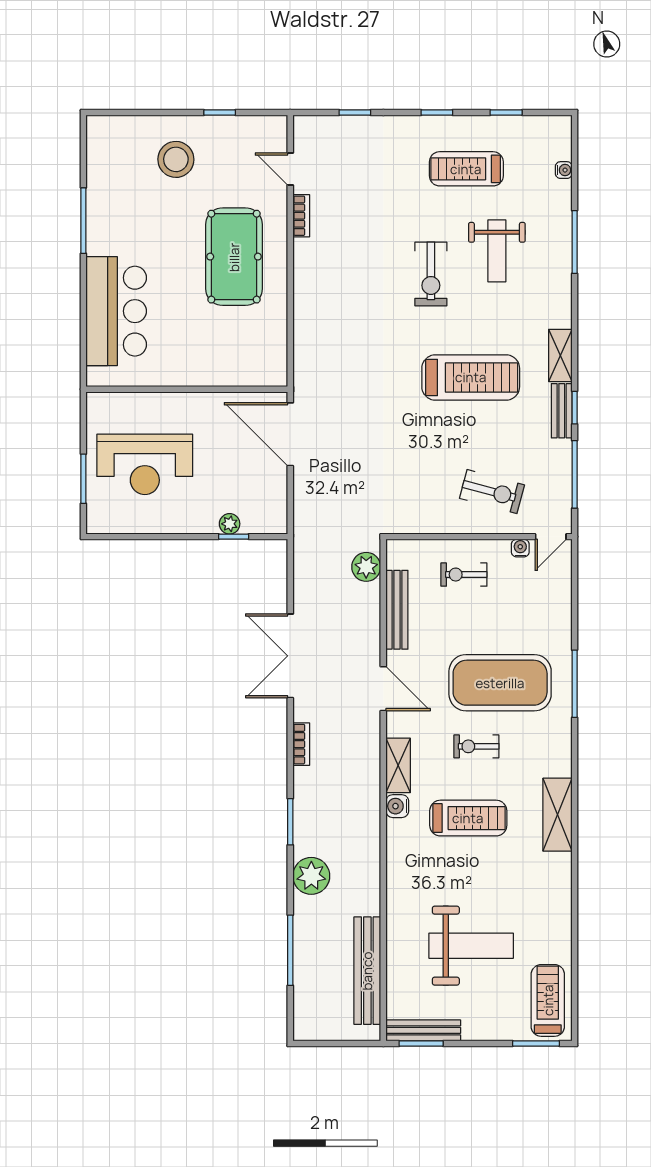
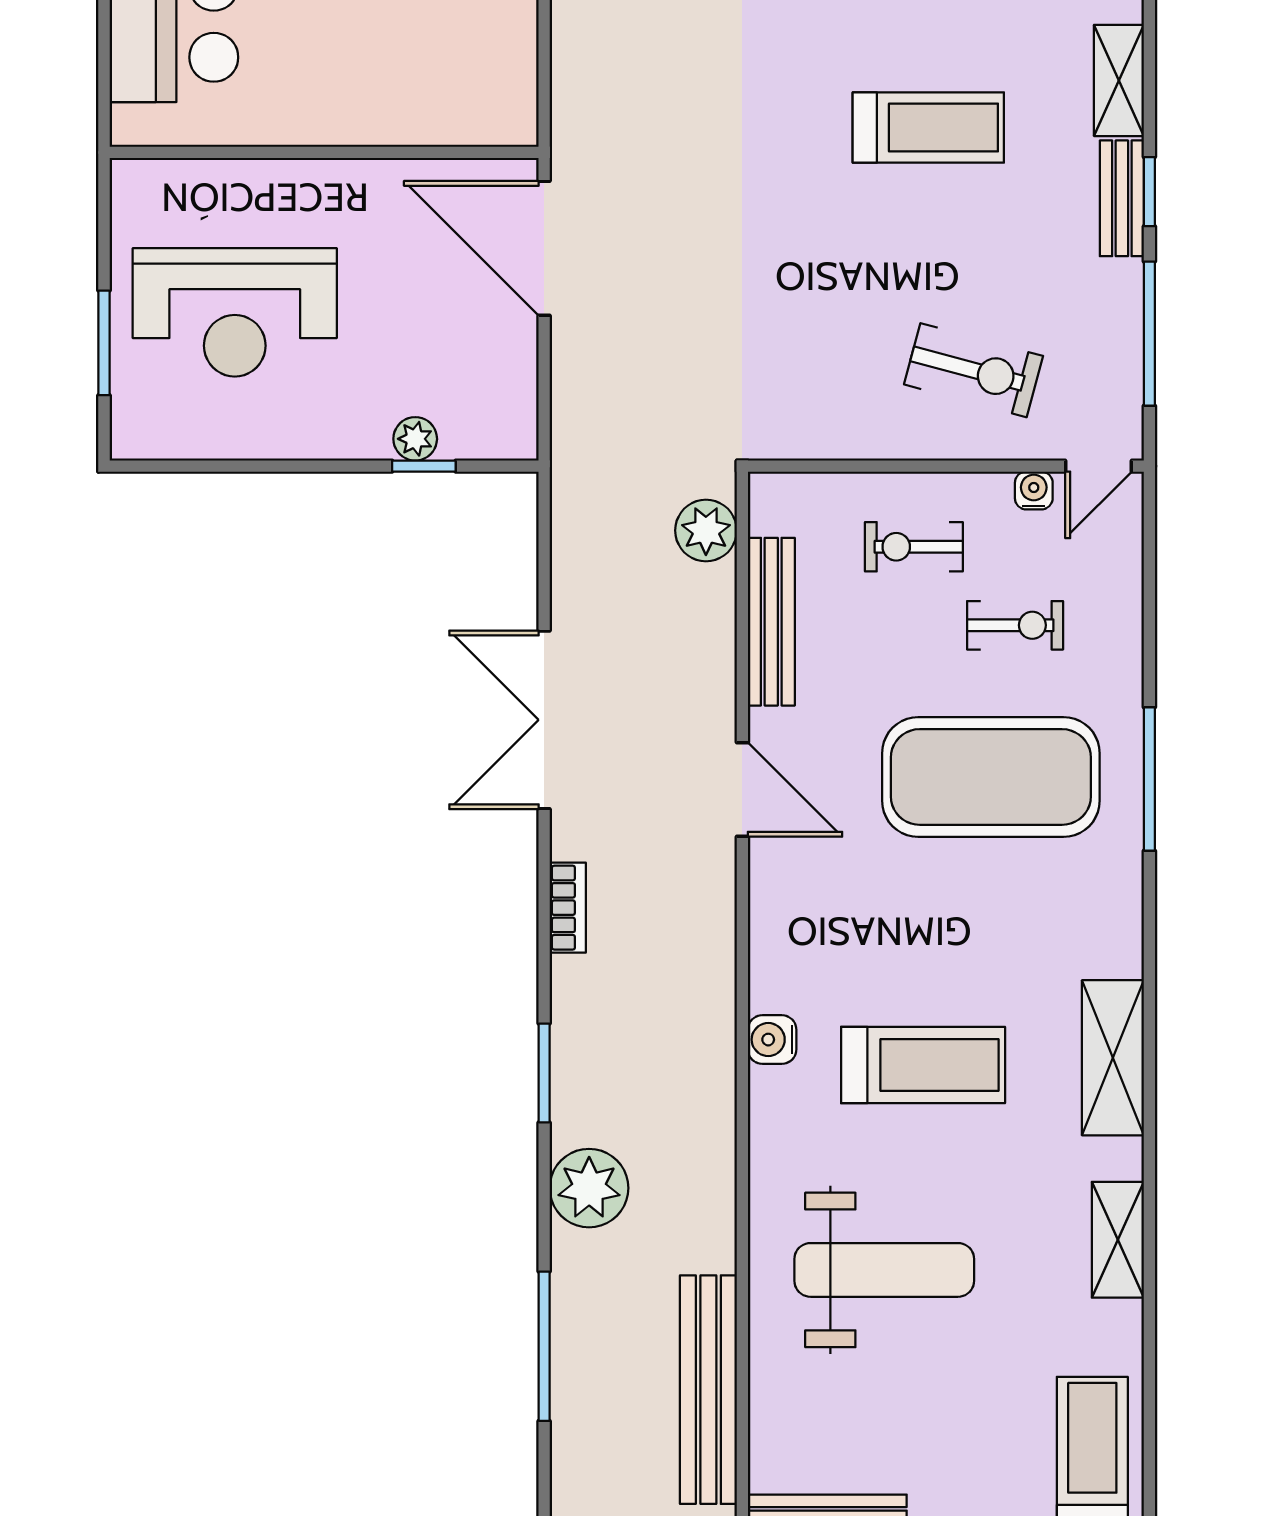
treadmill: (471, 377) -> (928, 127), width x0.73, depth x0.73
exercise bike: (476, 746) -> (1015, 625), moved, turned 180
shelving: (398, 765) -> (1118, 1240), moved
weight bench: (471, 946) -> (884, 1270), moved

